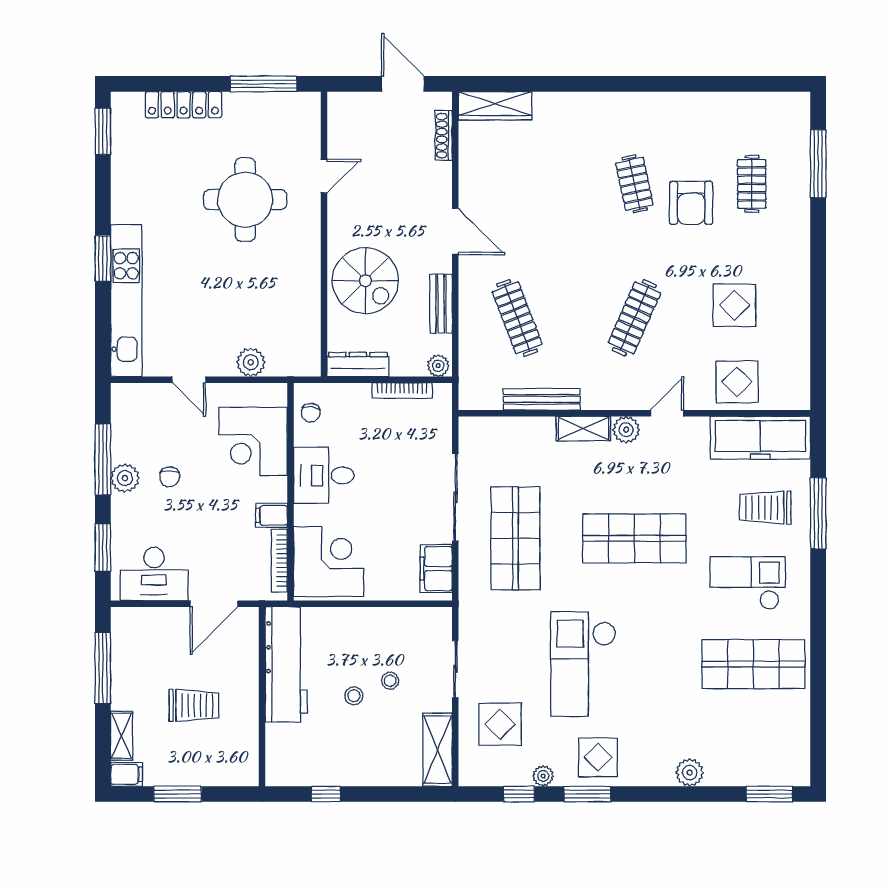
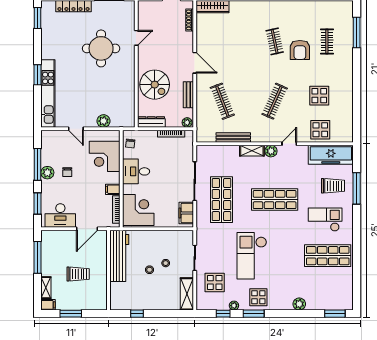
trolley: (765, 508) -> (333, 186), turned 180

